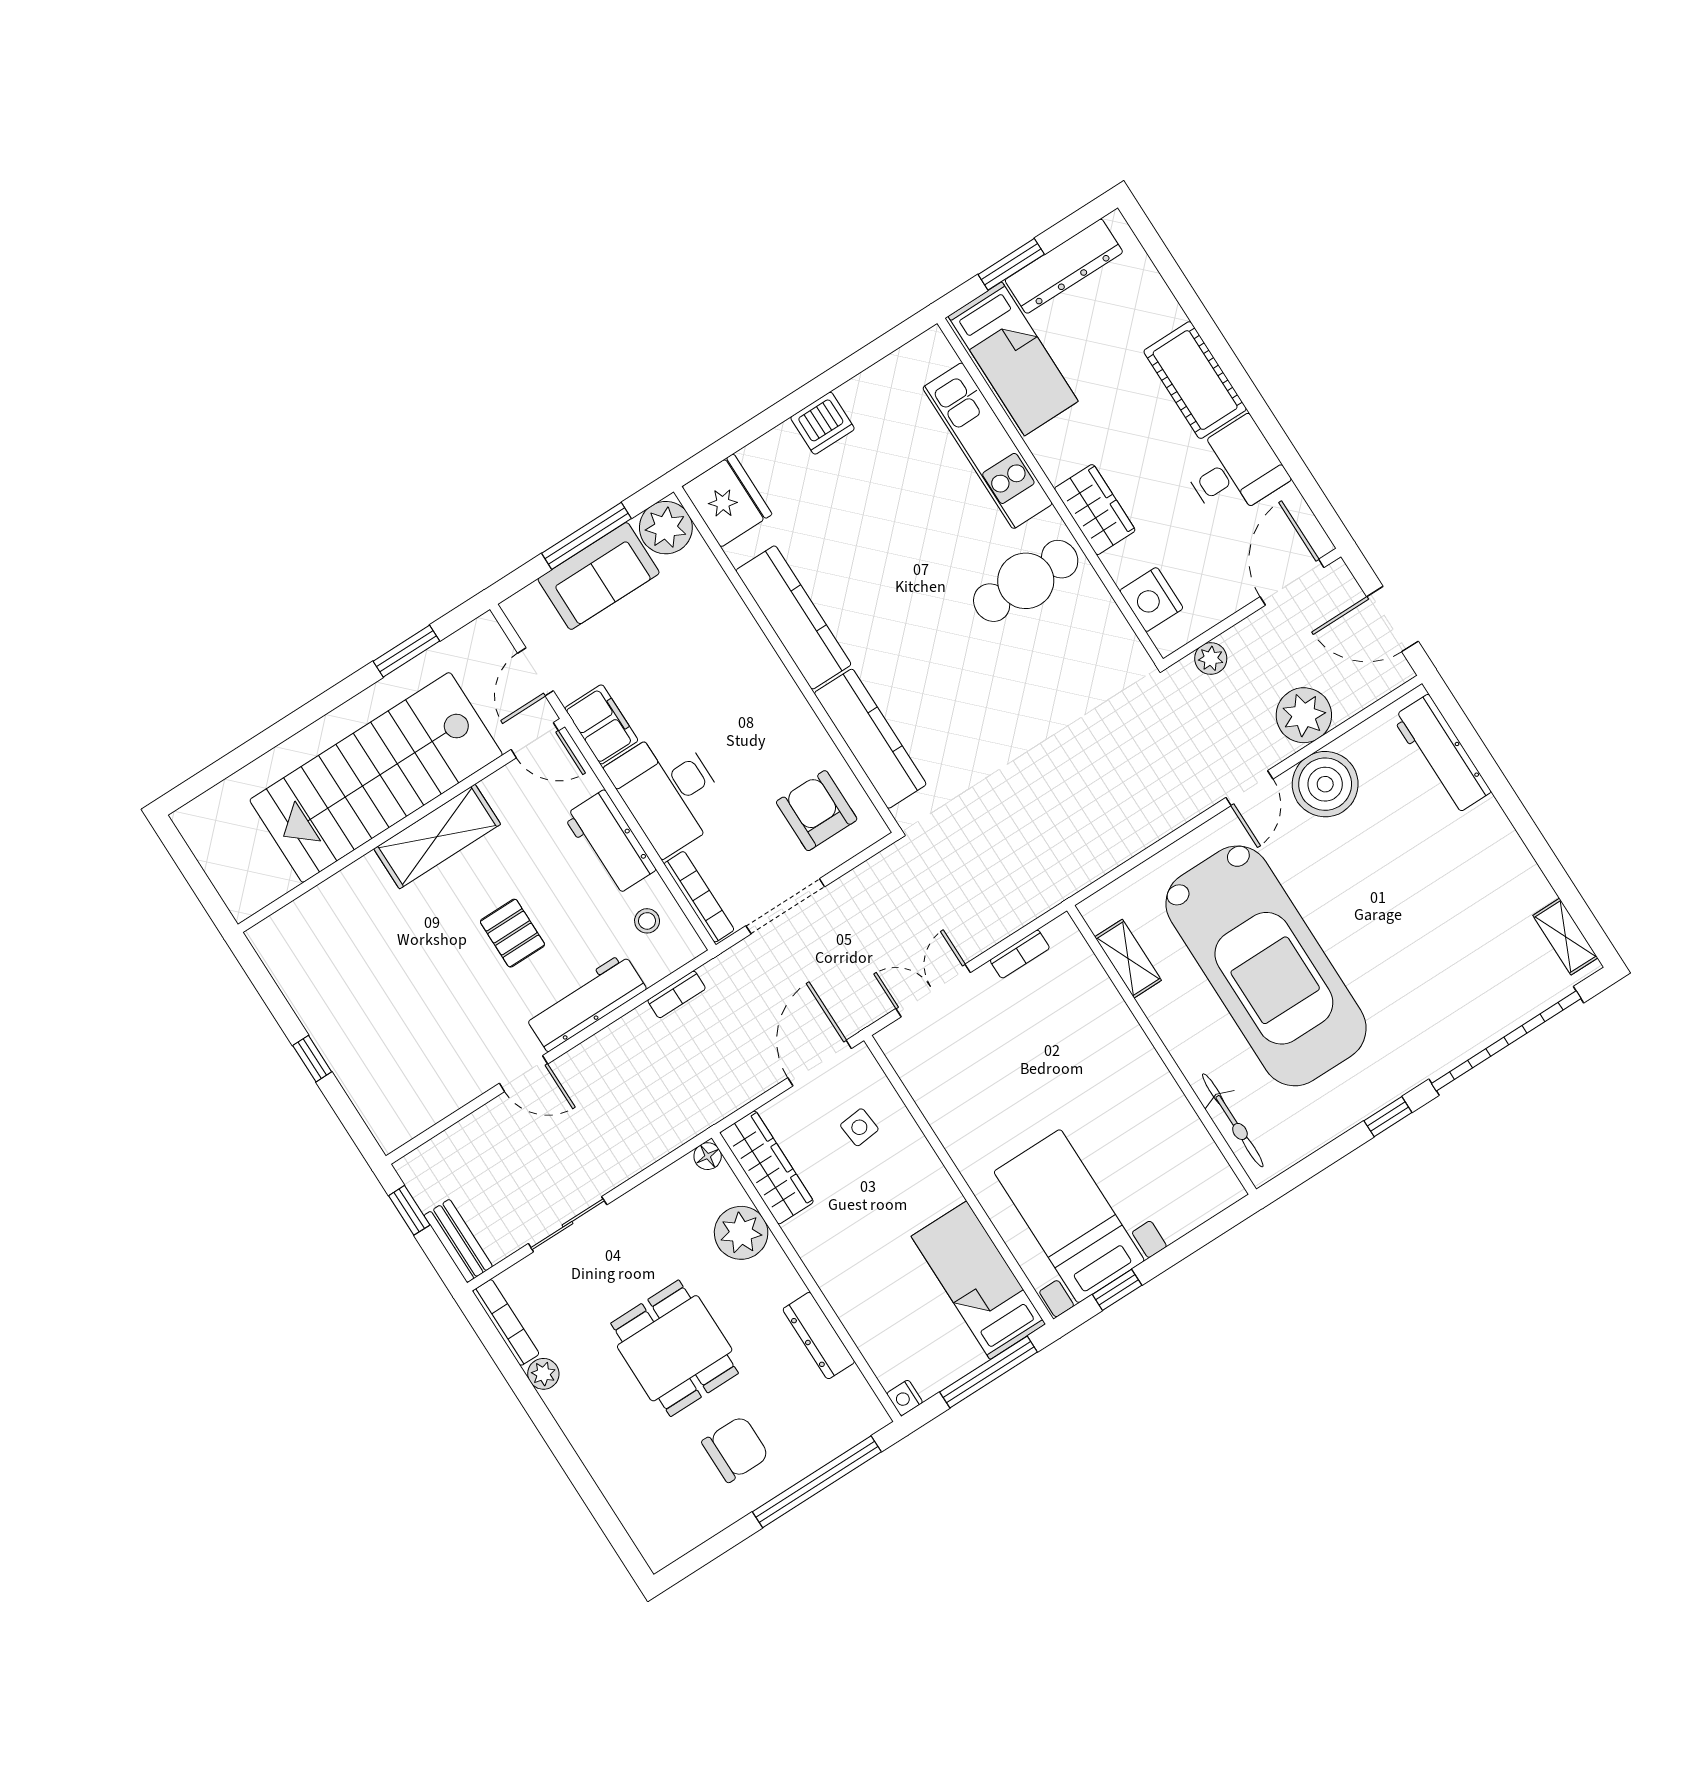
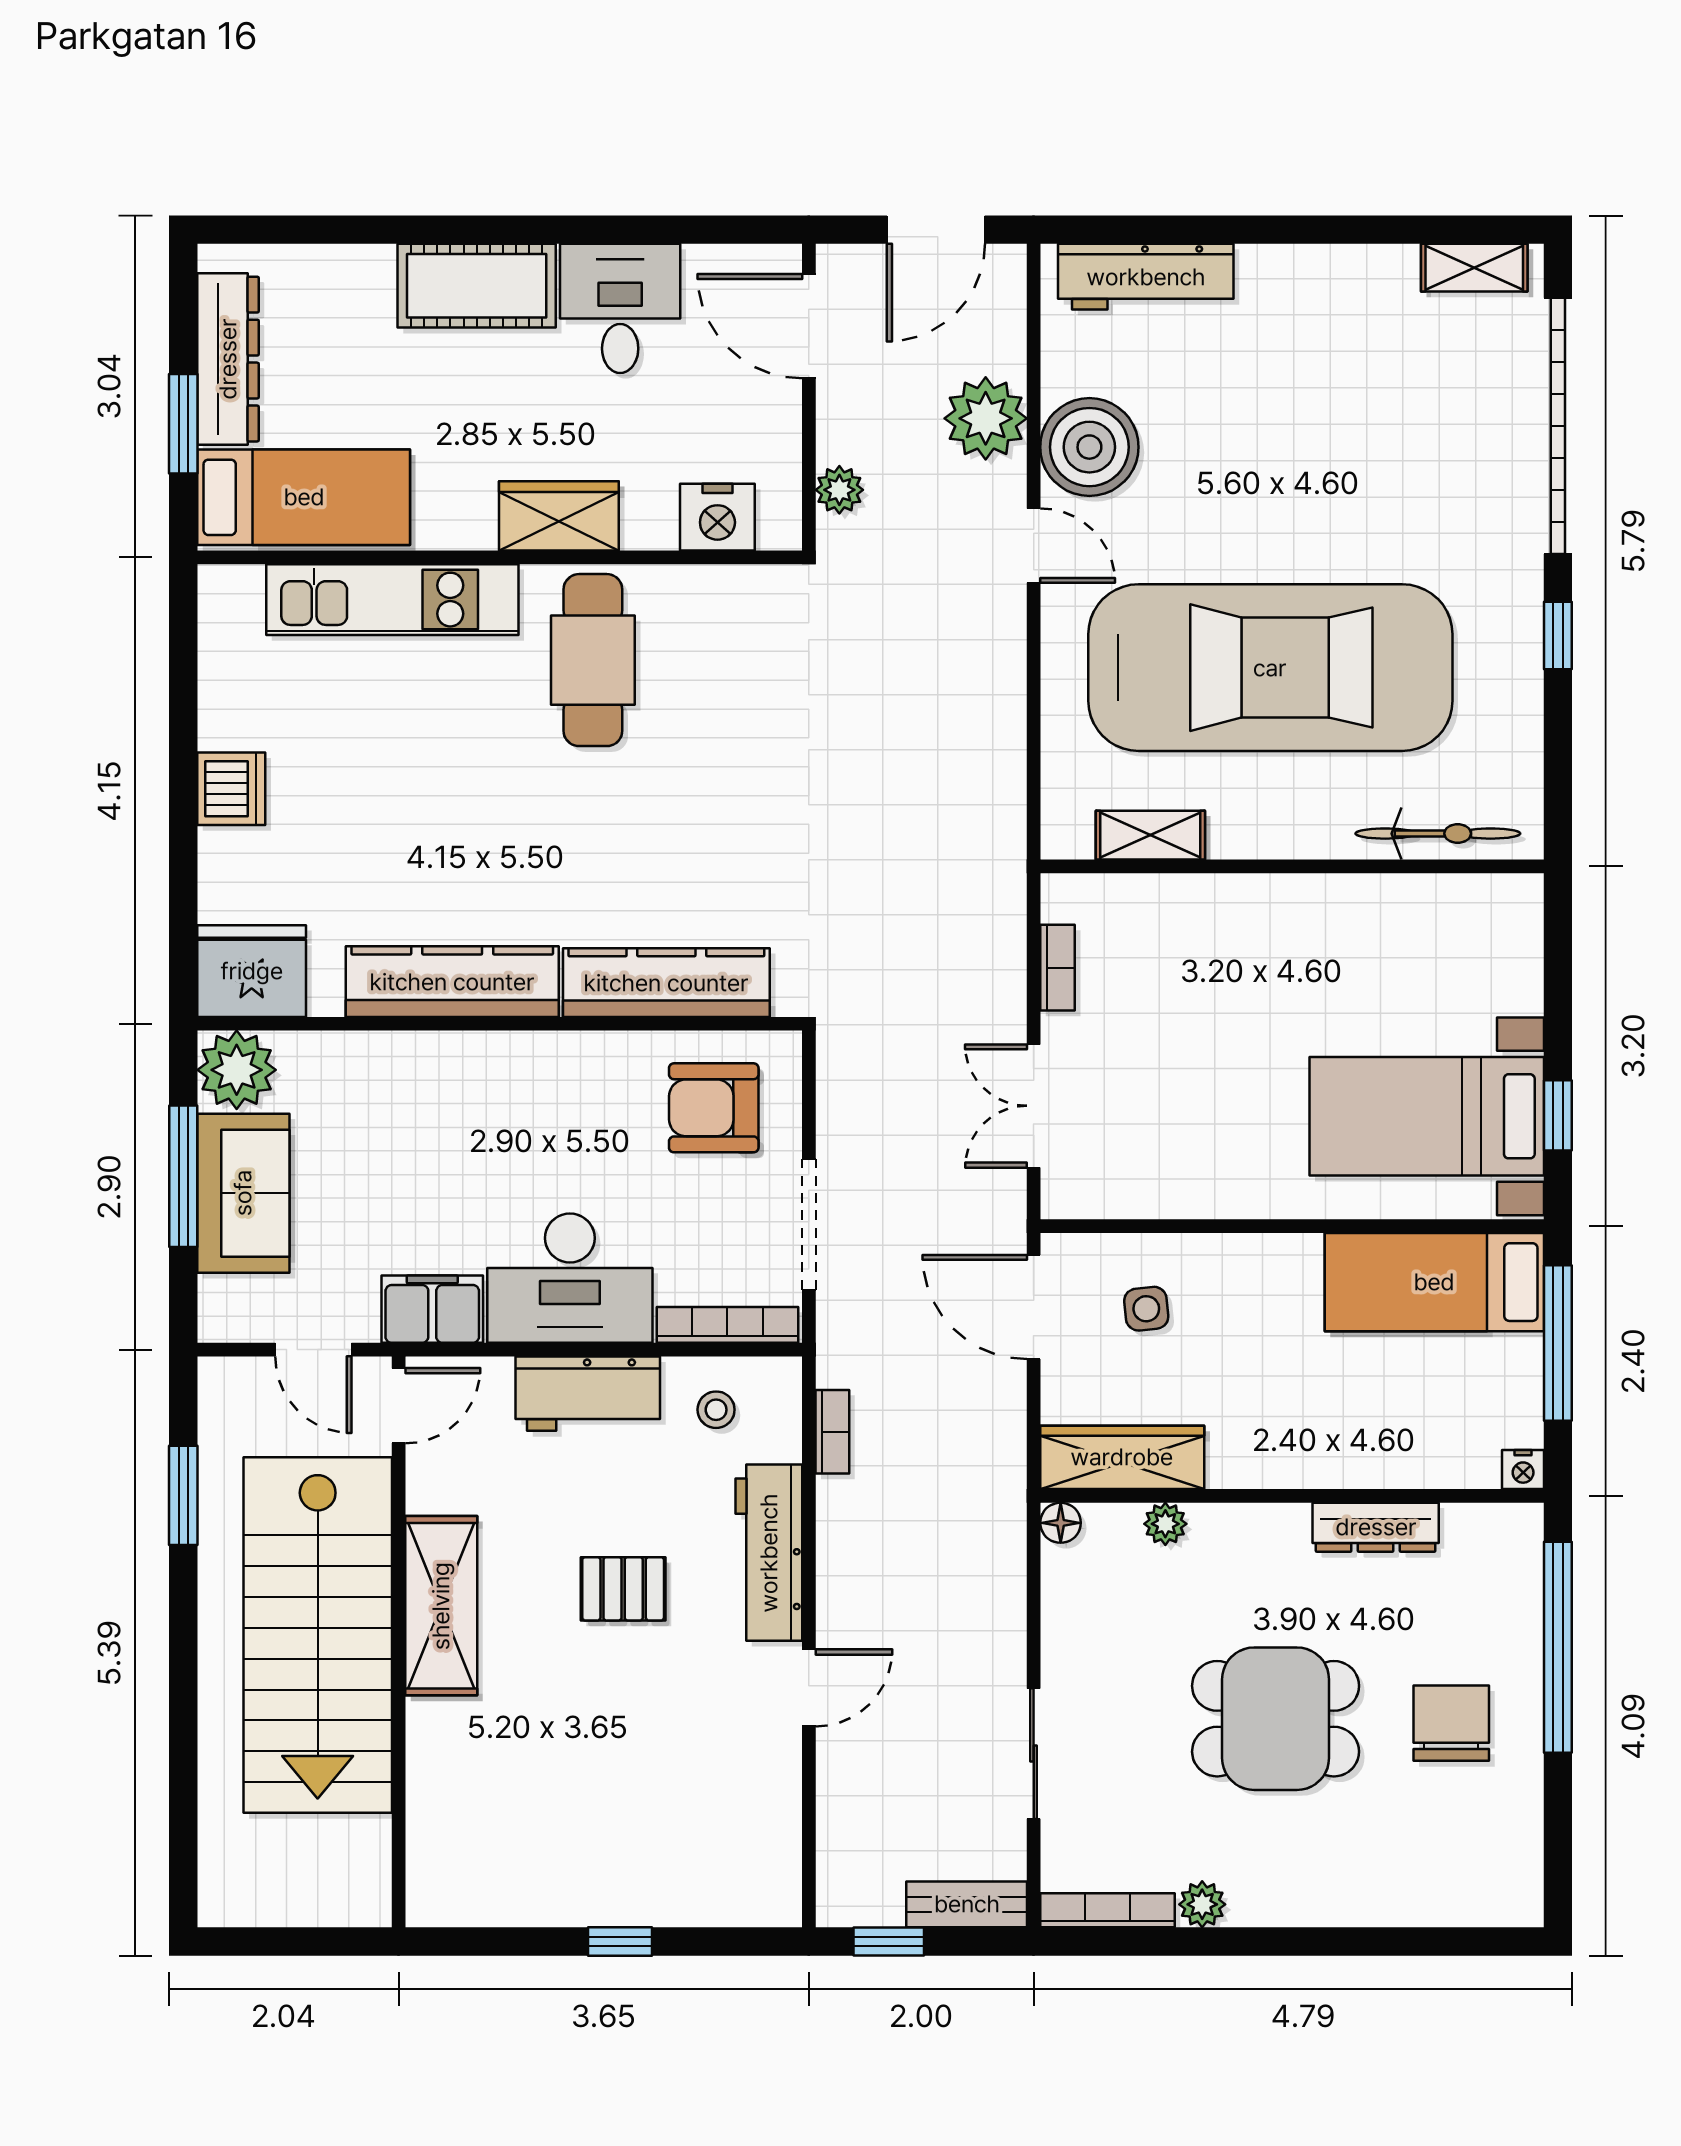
plant: (741, 1233) -> (1165, 1524), width x0.53, depth x0.53

